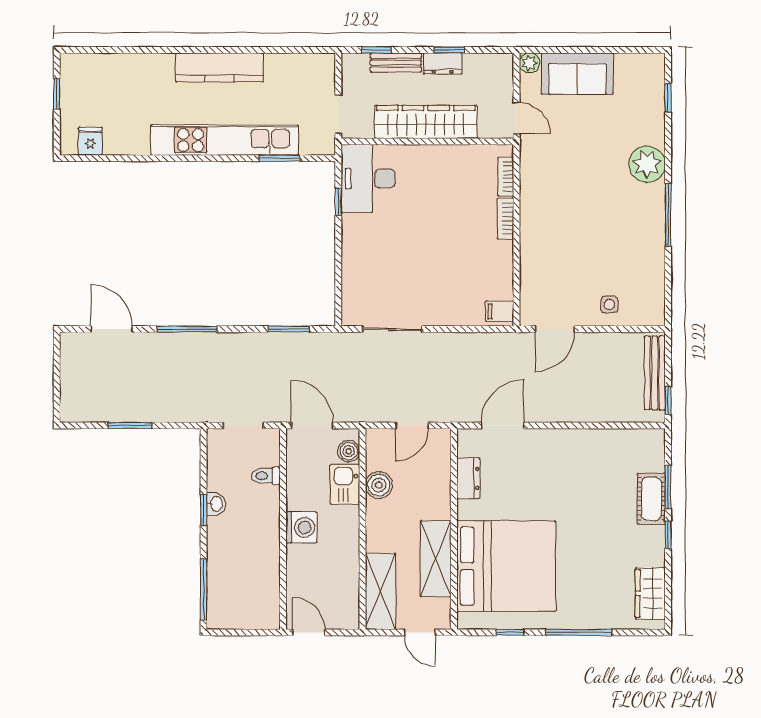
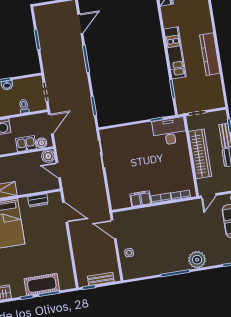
kitchen unit: (225, 140) -> (175, 53), width x0.73
filing cabinet: (500, 311) -> (141, 199), moved, width x2.00
bench: (655, 373) -> (101, 279), width x0.73
boiler: (379, 485) -> (48, 156), moved
cot: (651, 499) -> (42, 285), width x1.37, depth x1.34

